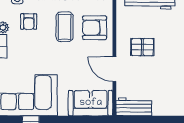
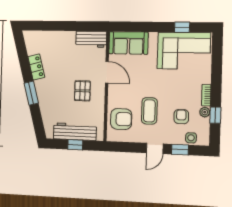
armchair: (95, 28) -> (121, 119), moved
pallet: (142, 47) -> (82, 91), turned 90

